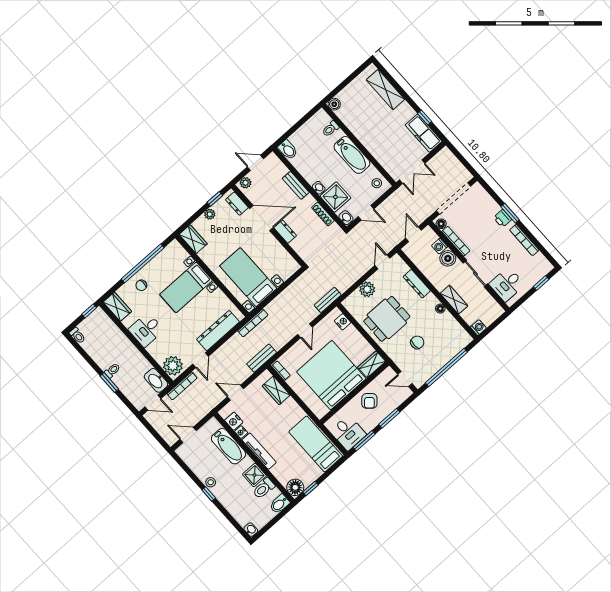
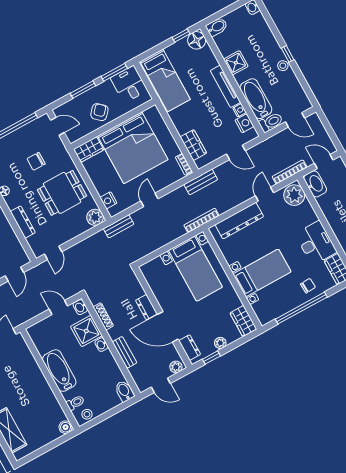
stool: (377, 183) -> (87, 414), moved
plant: (367, 289) -> (95, 217), moved
desk: (146, 330) -> (316, 243), width x1.37
toilet: (264, 488) -> (271, 122), moved

